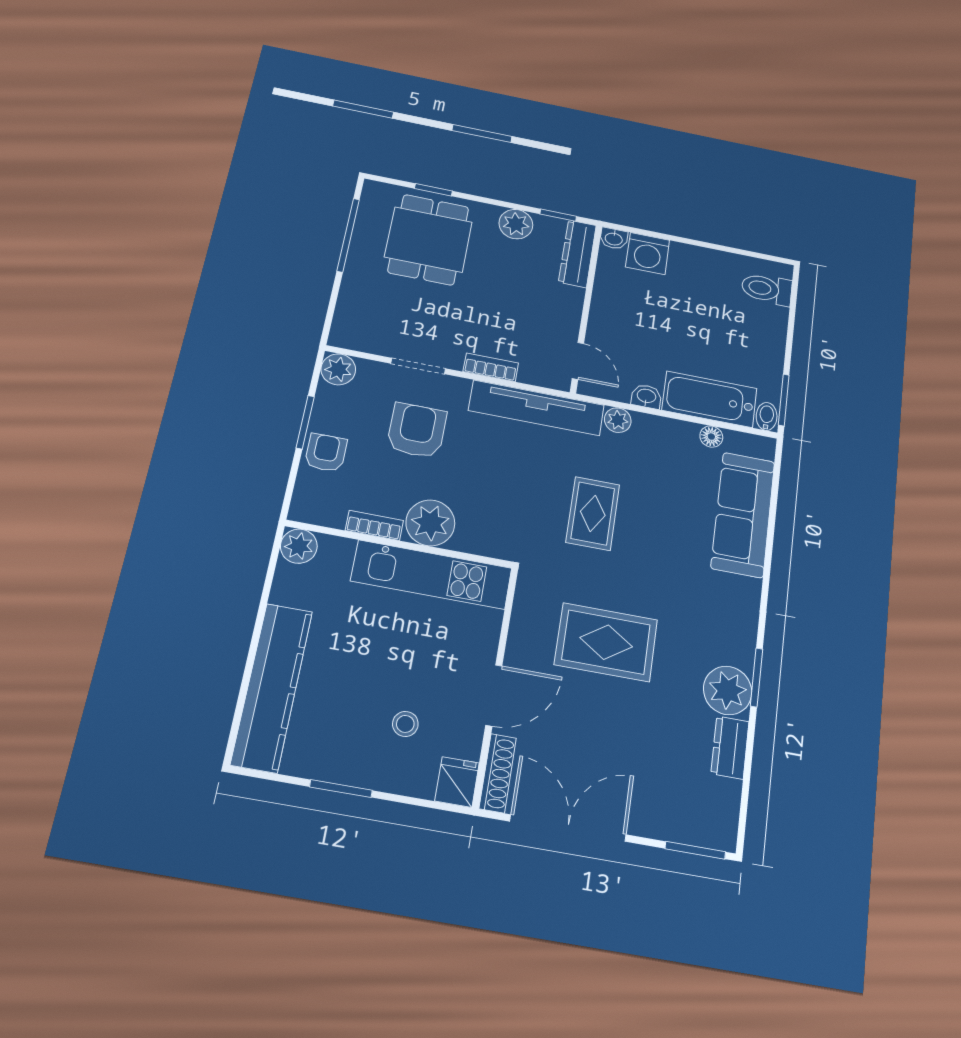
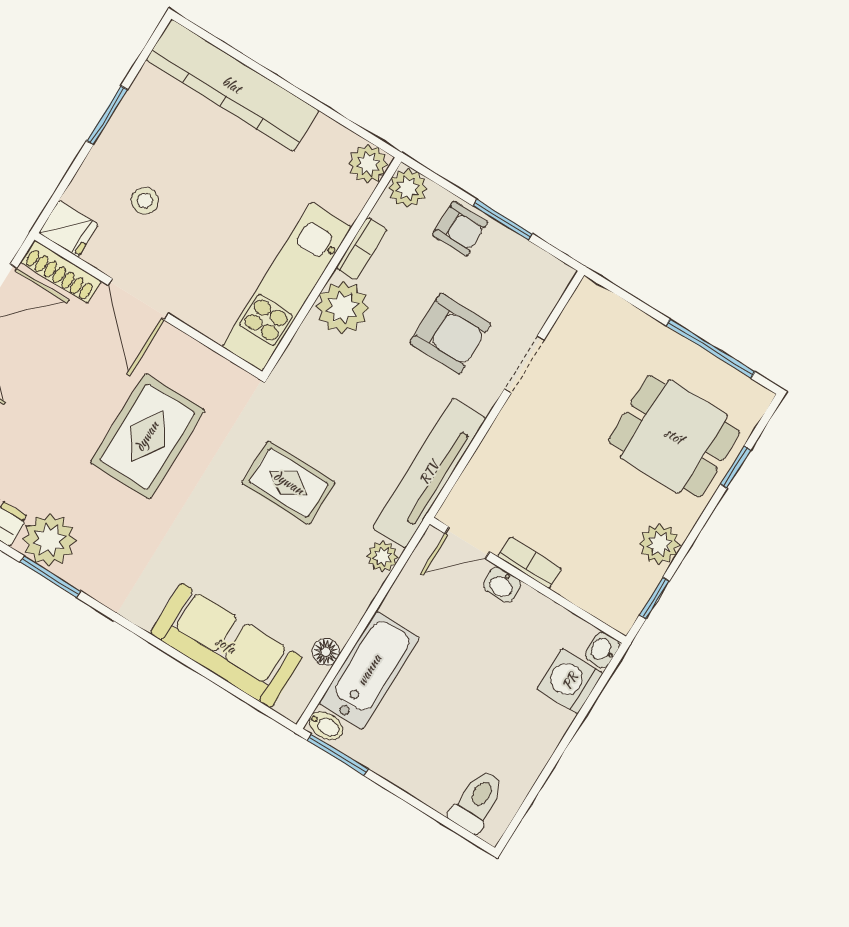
dresser: (577, 254) -> (598, 599), removed
bookcase: (491, 367) -> (530, 563), moved, turned -90
plant: (338, 369) -> (408, 188), moved
washbasin: (646, 396) -> (502, 585), moved, turned 90

